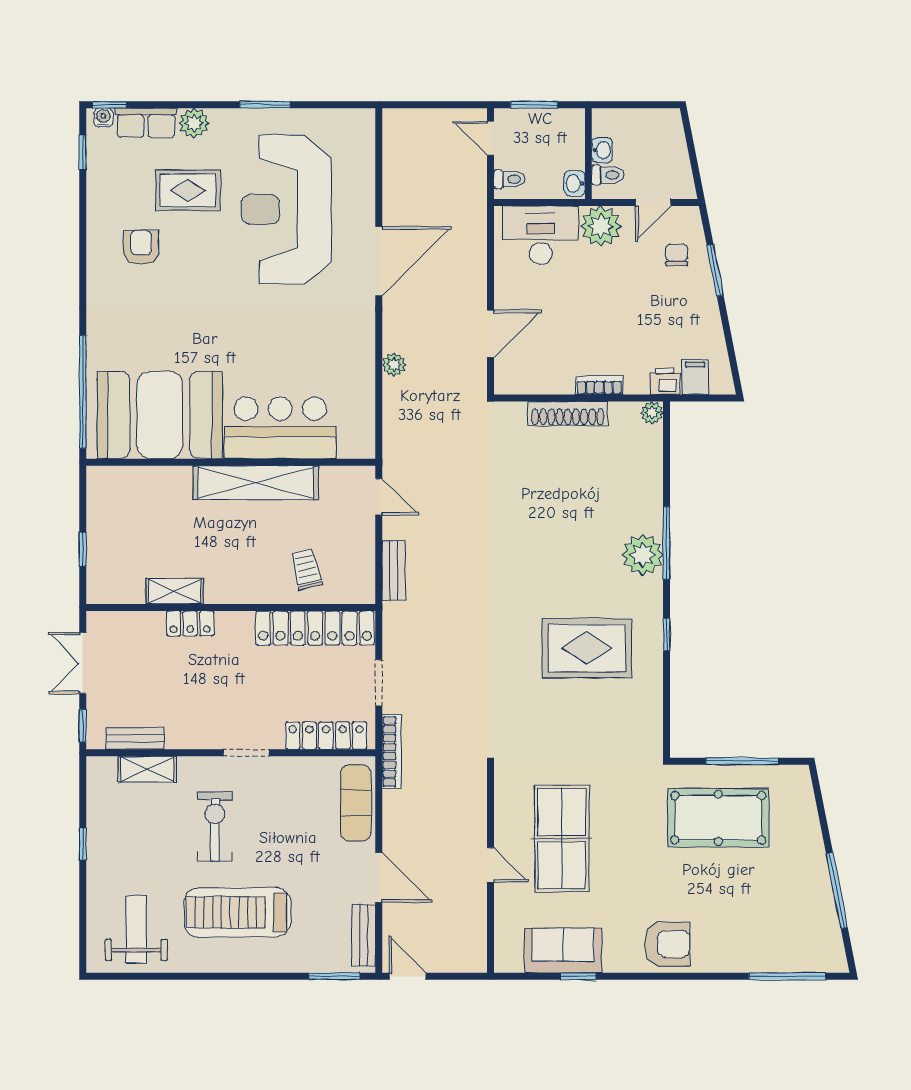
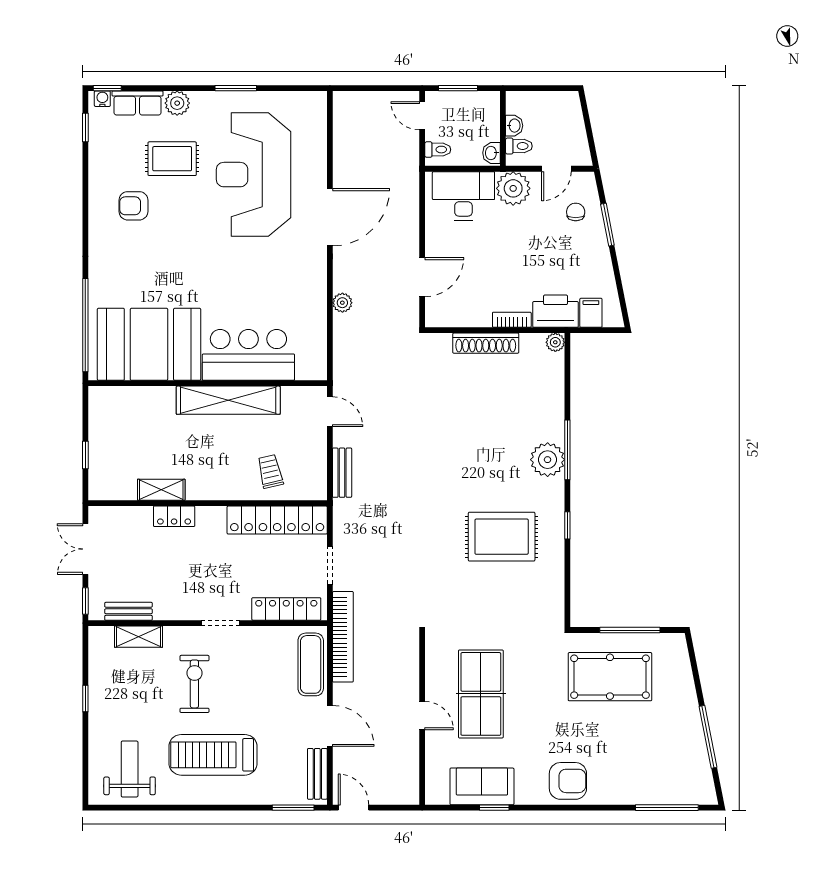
armchair: (141, 247) -> (133, 206), turned -90
printer: (665, 381) -> (556, 311), width x1.87, depth x1.48
bookcase: (392, 752) -> (343, 637), width x1.48, depth x1.31

